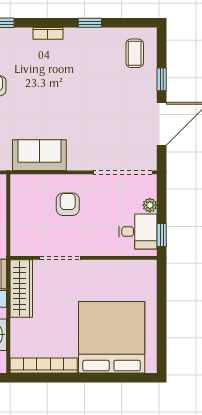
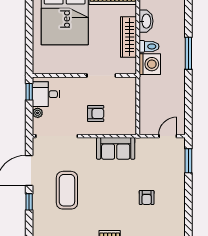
coffee table: (135, 53) -> (67, 190), moved, width x1.86, depth x1.72
armchair: (68, 204) -> (96, 113), turned -90
wardrobe: (21, 289) -> (129, 37), moved

